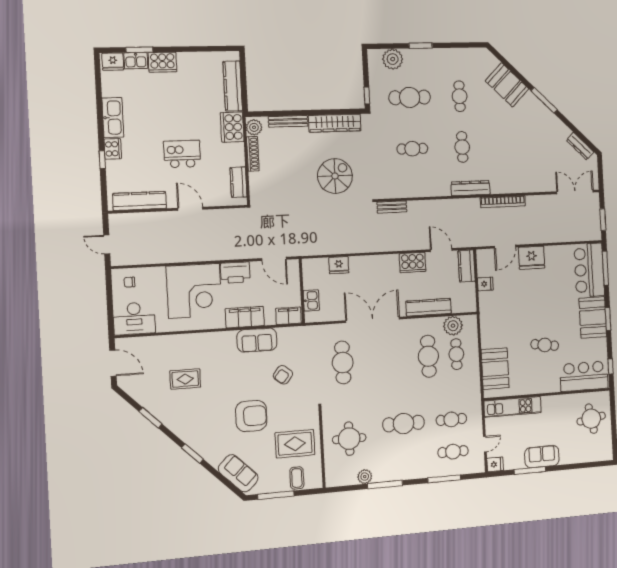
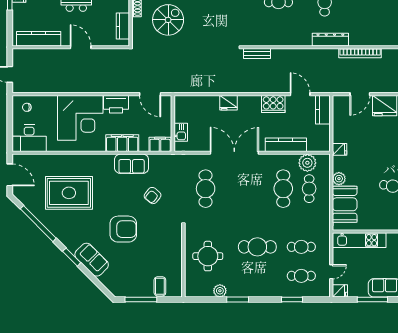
spiral stairs: (335, 176) -> (168, 20), moved
fridge: (339, 265) -> (229, 103), moved
fridge: (485, 284) -> (340, 149), moved
plant: (488, 341) -> (339, 179), added
rug: (185, 379) -> (69, 193), width x1.86, depth x2.06
window: (150, 418) -> (38, 224), width x2.11
rug: (295, 444) -> (160, 256), removed
sofa: (238, 473) -> (92, 260), moved
window: (444, 479) -> (292, 300), width x0.69
window: (385, 485) -> (238, 300), width x0.69

